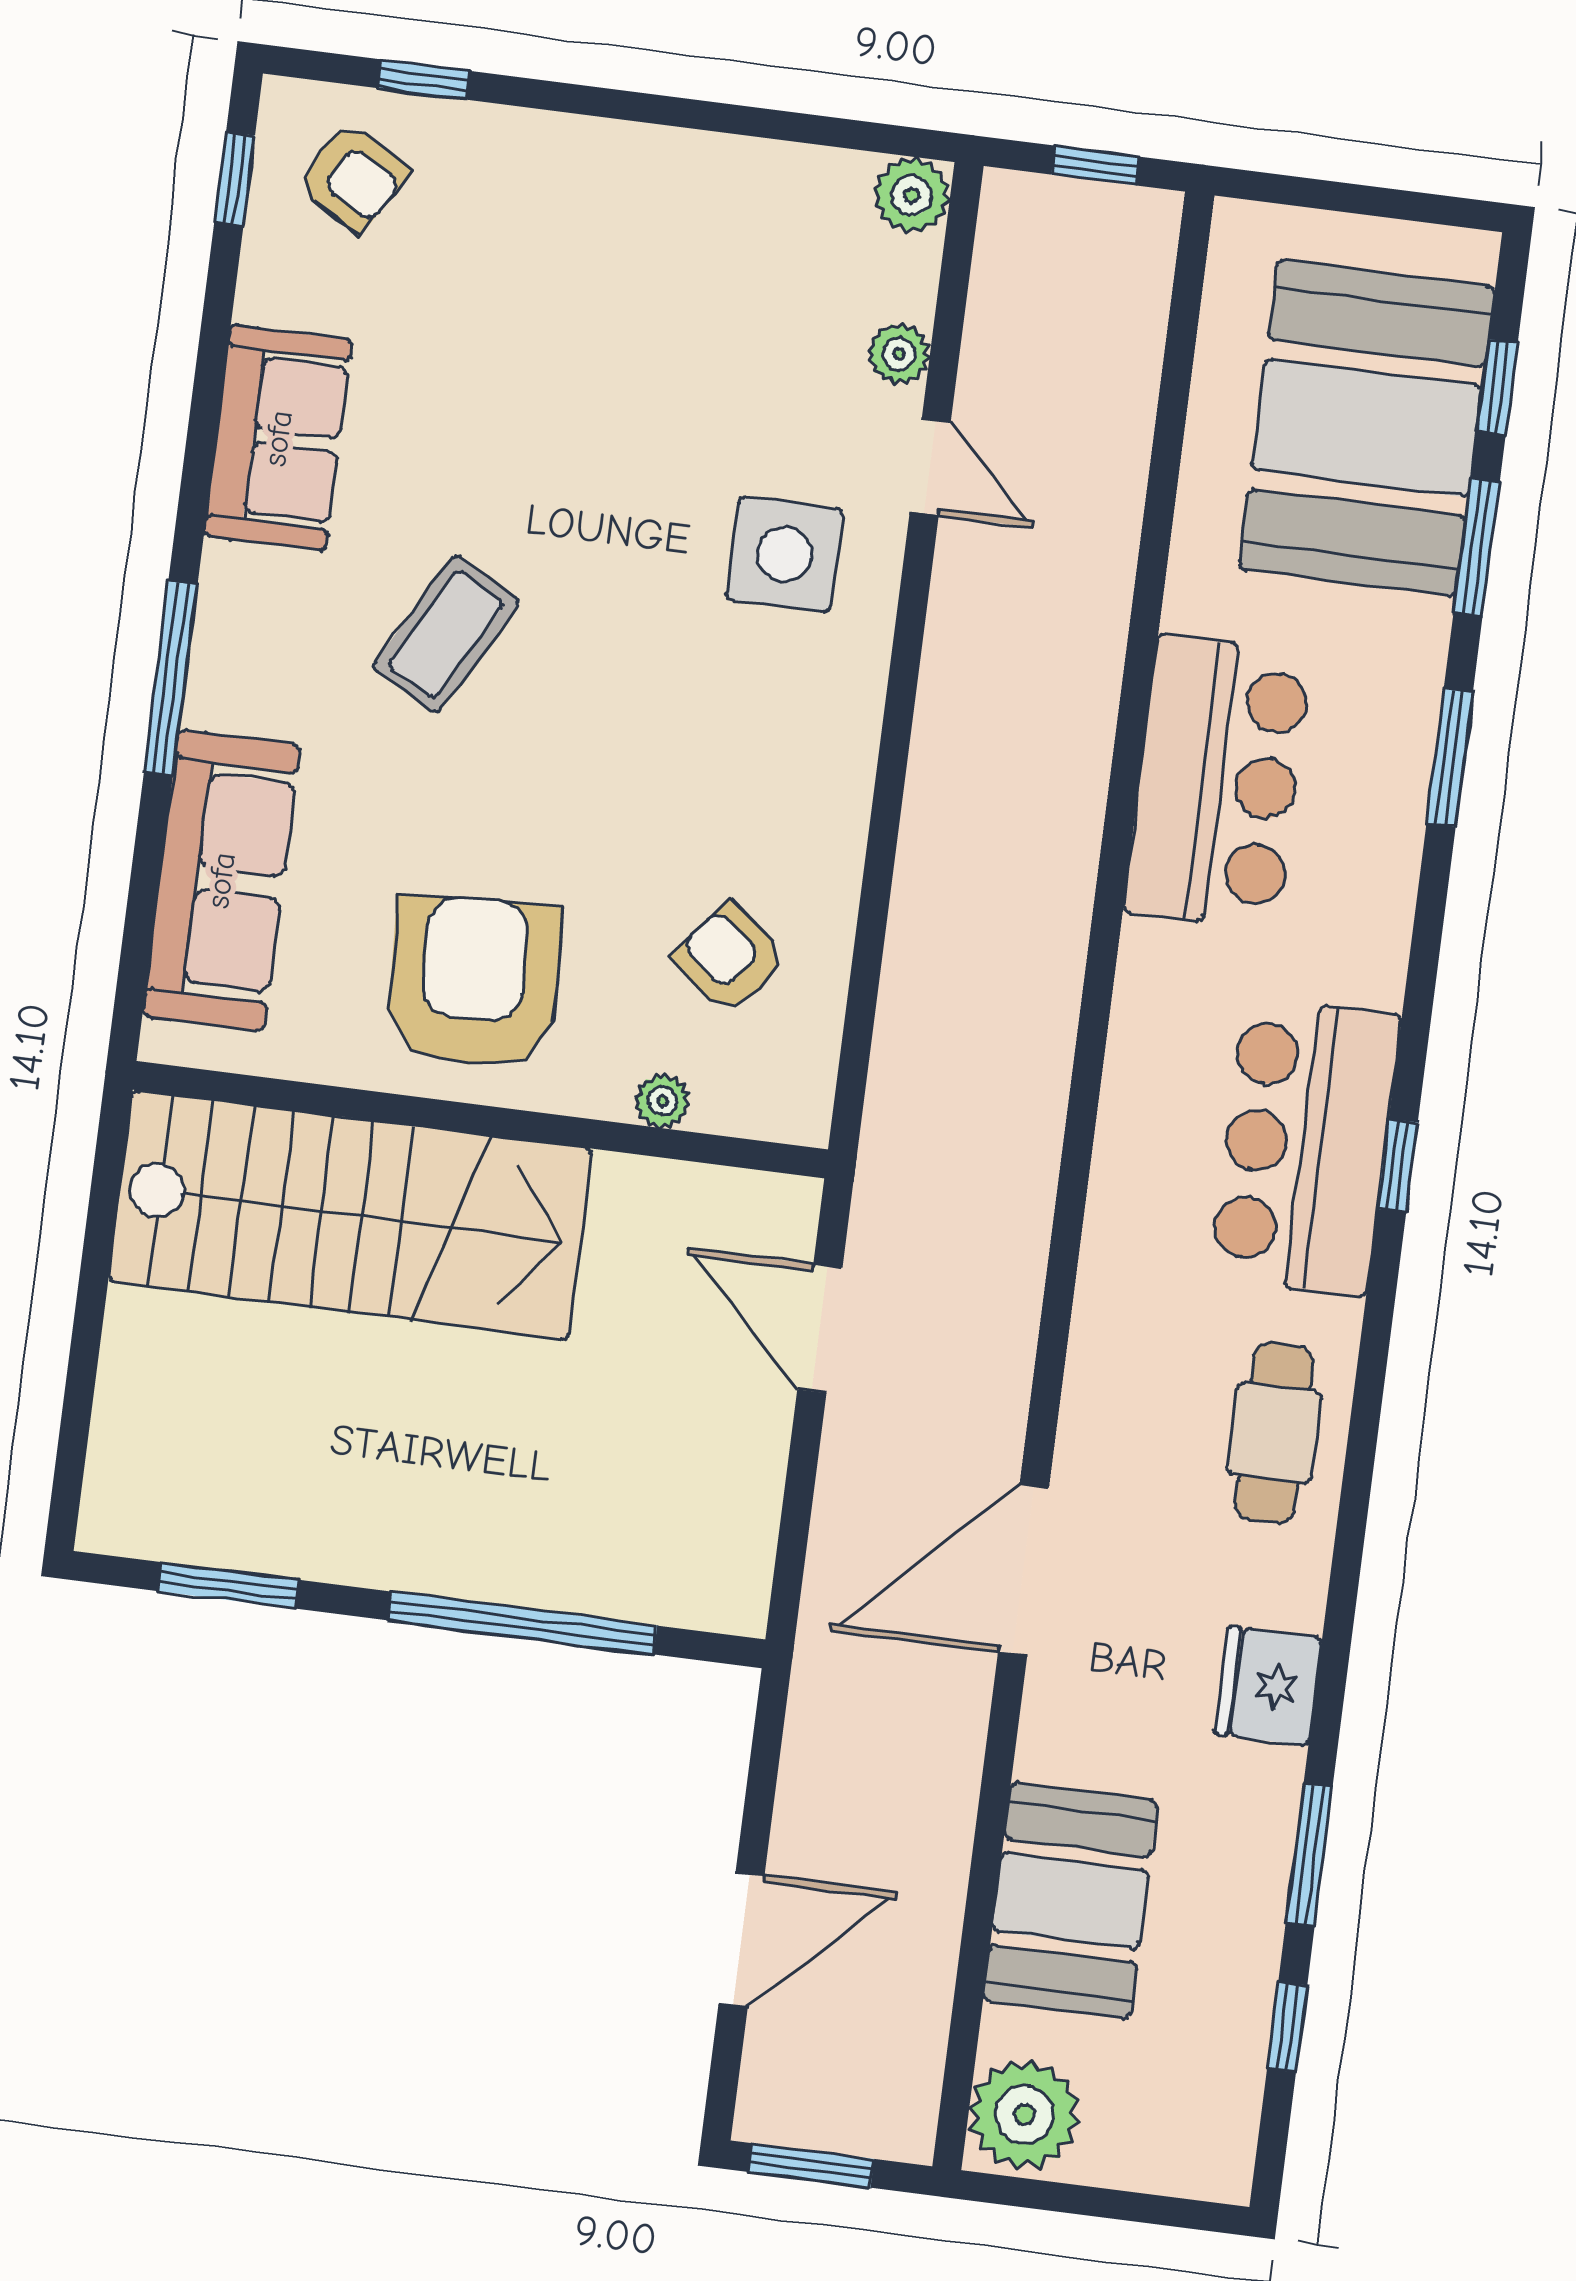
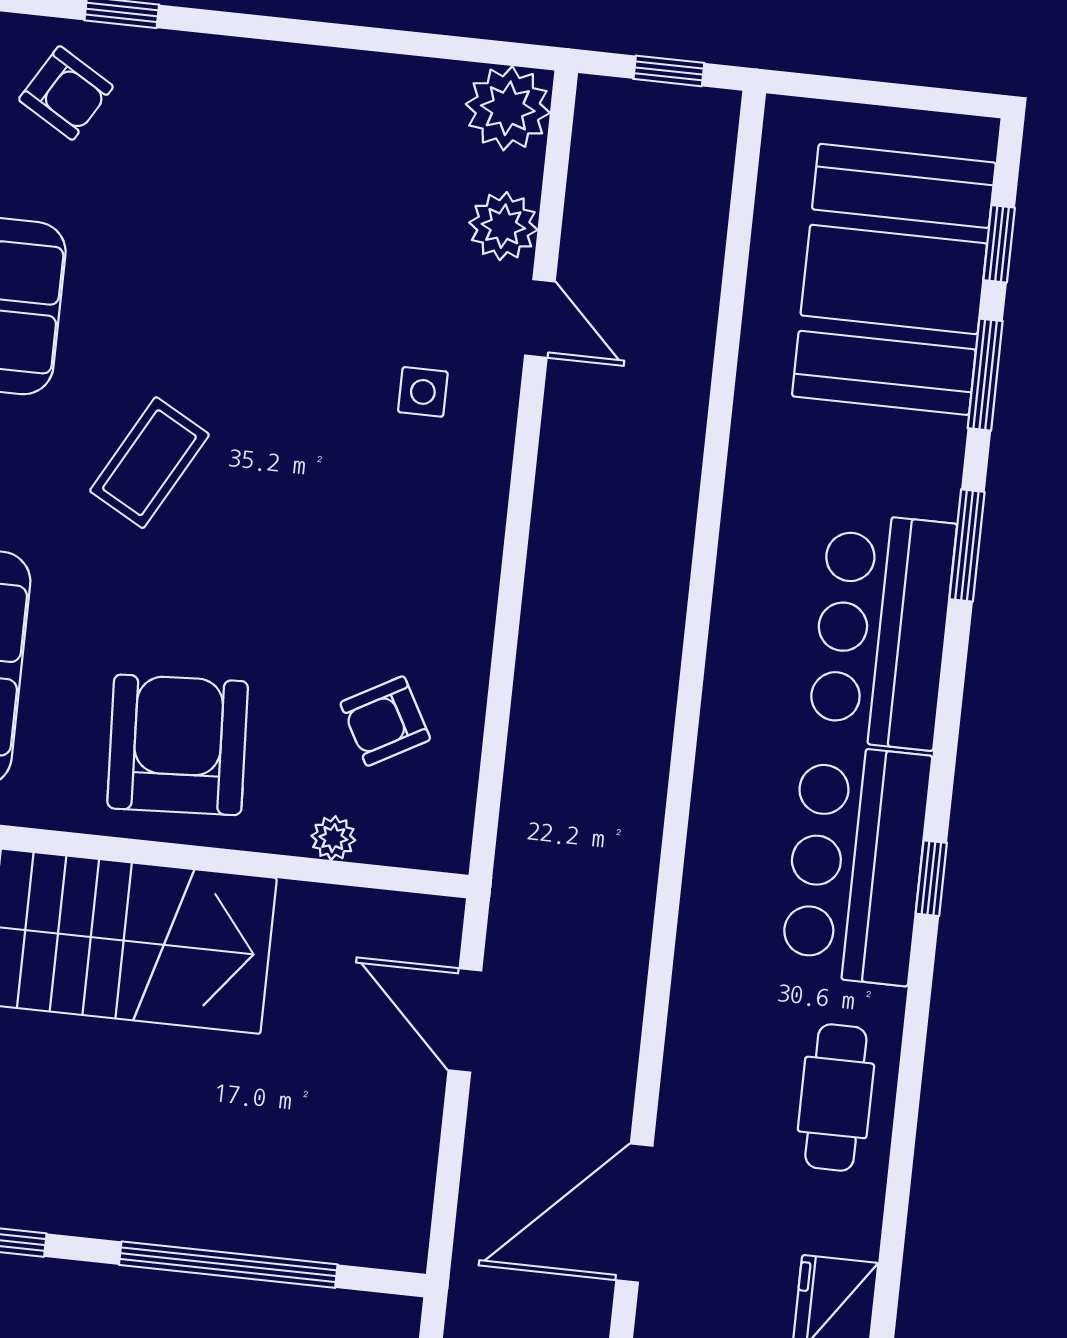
plant: (912, 195) -> (508, 108), width x1.36, depth x1.36
plant: (899, 354) -> (503, 226), width x1.38, depth x1.38
side table: (784, 554) -> (423, 392), width x0.54, depth x0.54
bar counter: (1218, 782) -> (882, 631), moved, turned 180
armchair: (730, 958) -> (385, 721), turned -68

